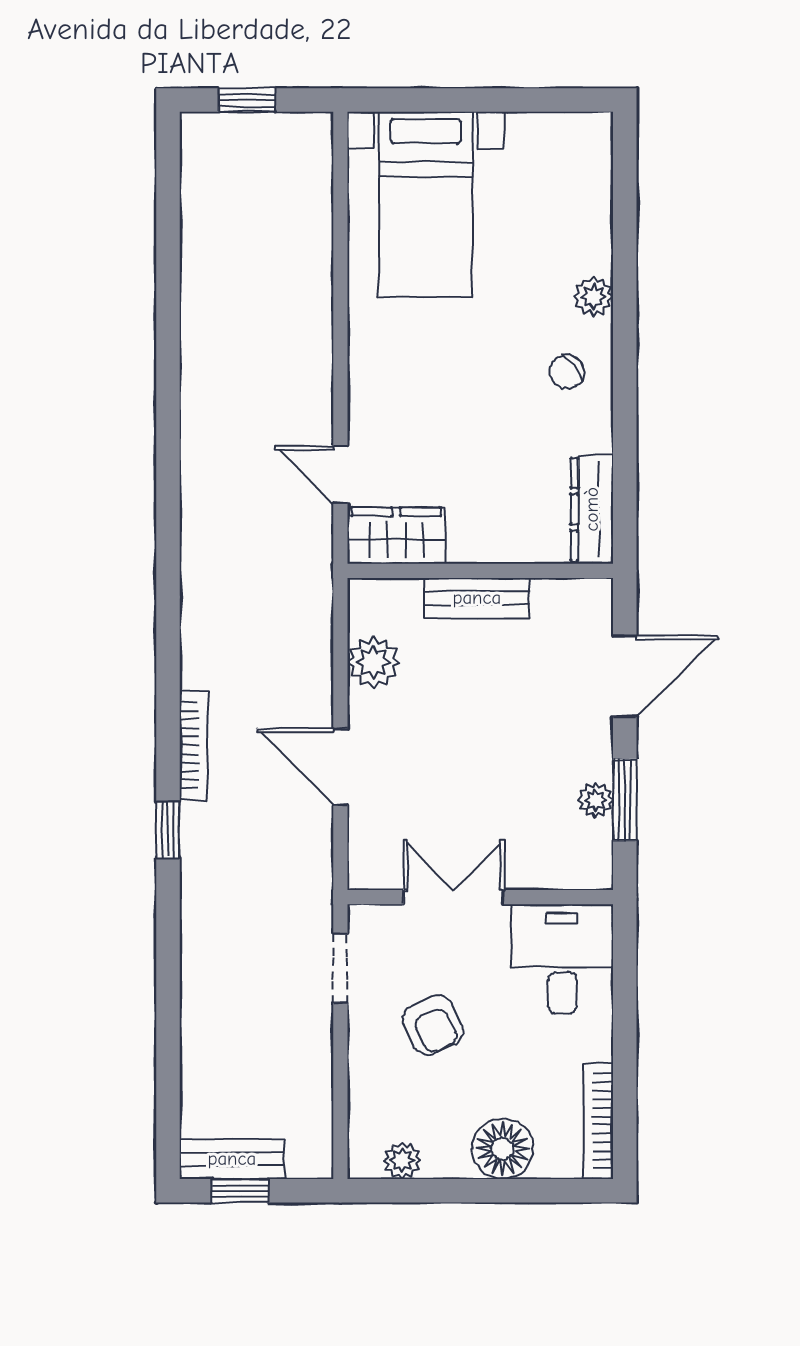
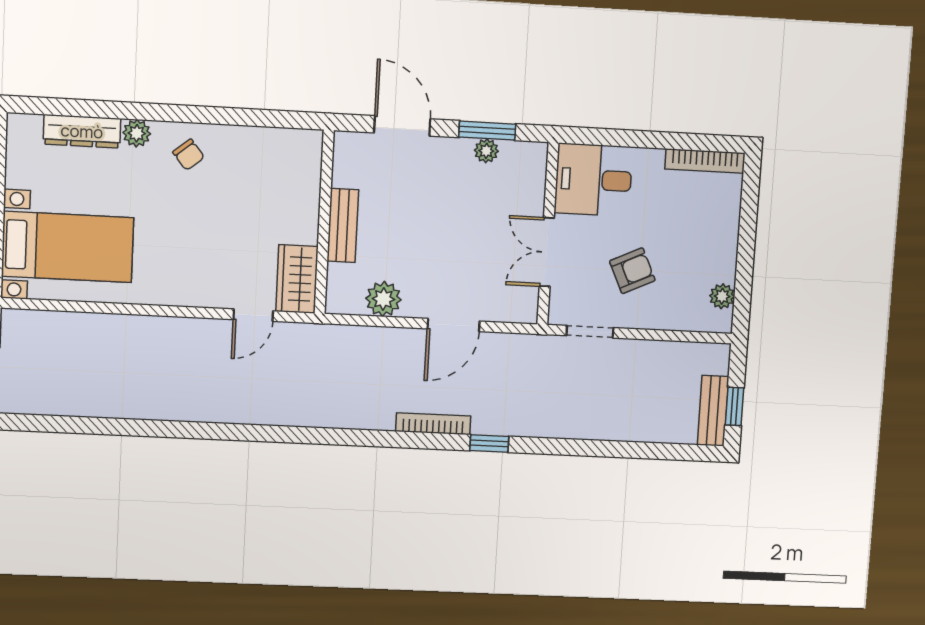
dresser: (592, 509) -> (82, 131), moved
floor lamp: (502, 1149) -> (719, 228), removed

